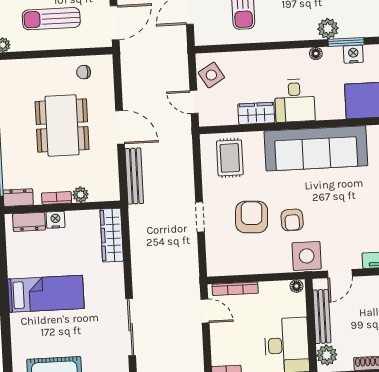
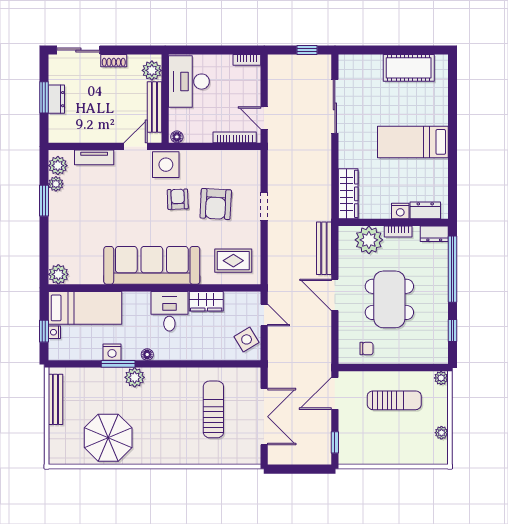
rug: (230, 158) -> (233, 261), turned 90
plant: (81, 195) -> (369, 240), width x1.87, depth x1.87

